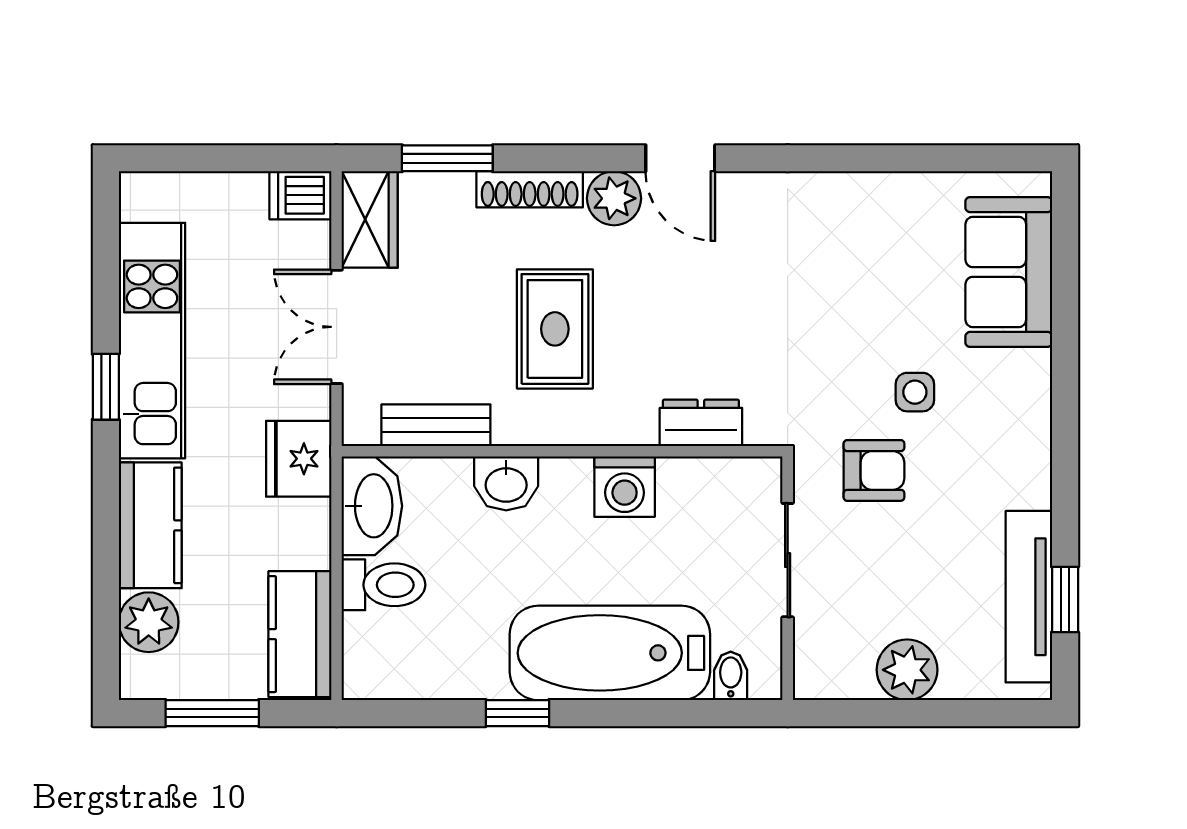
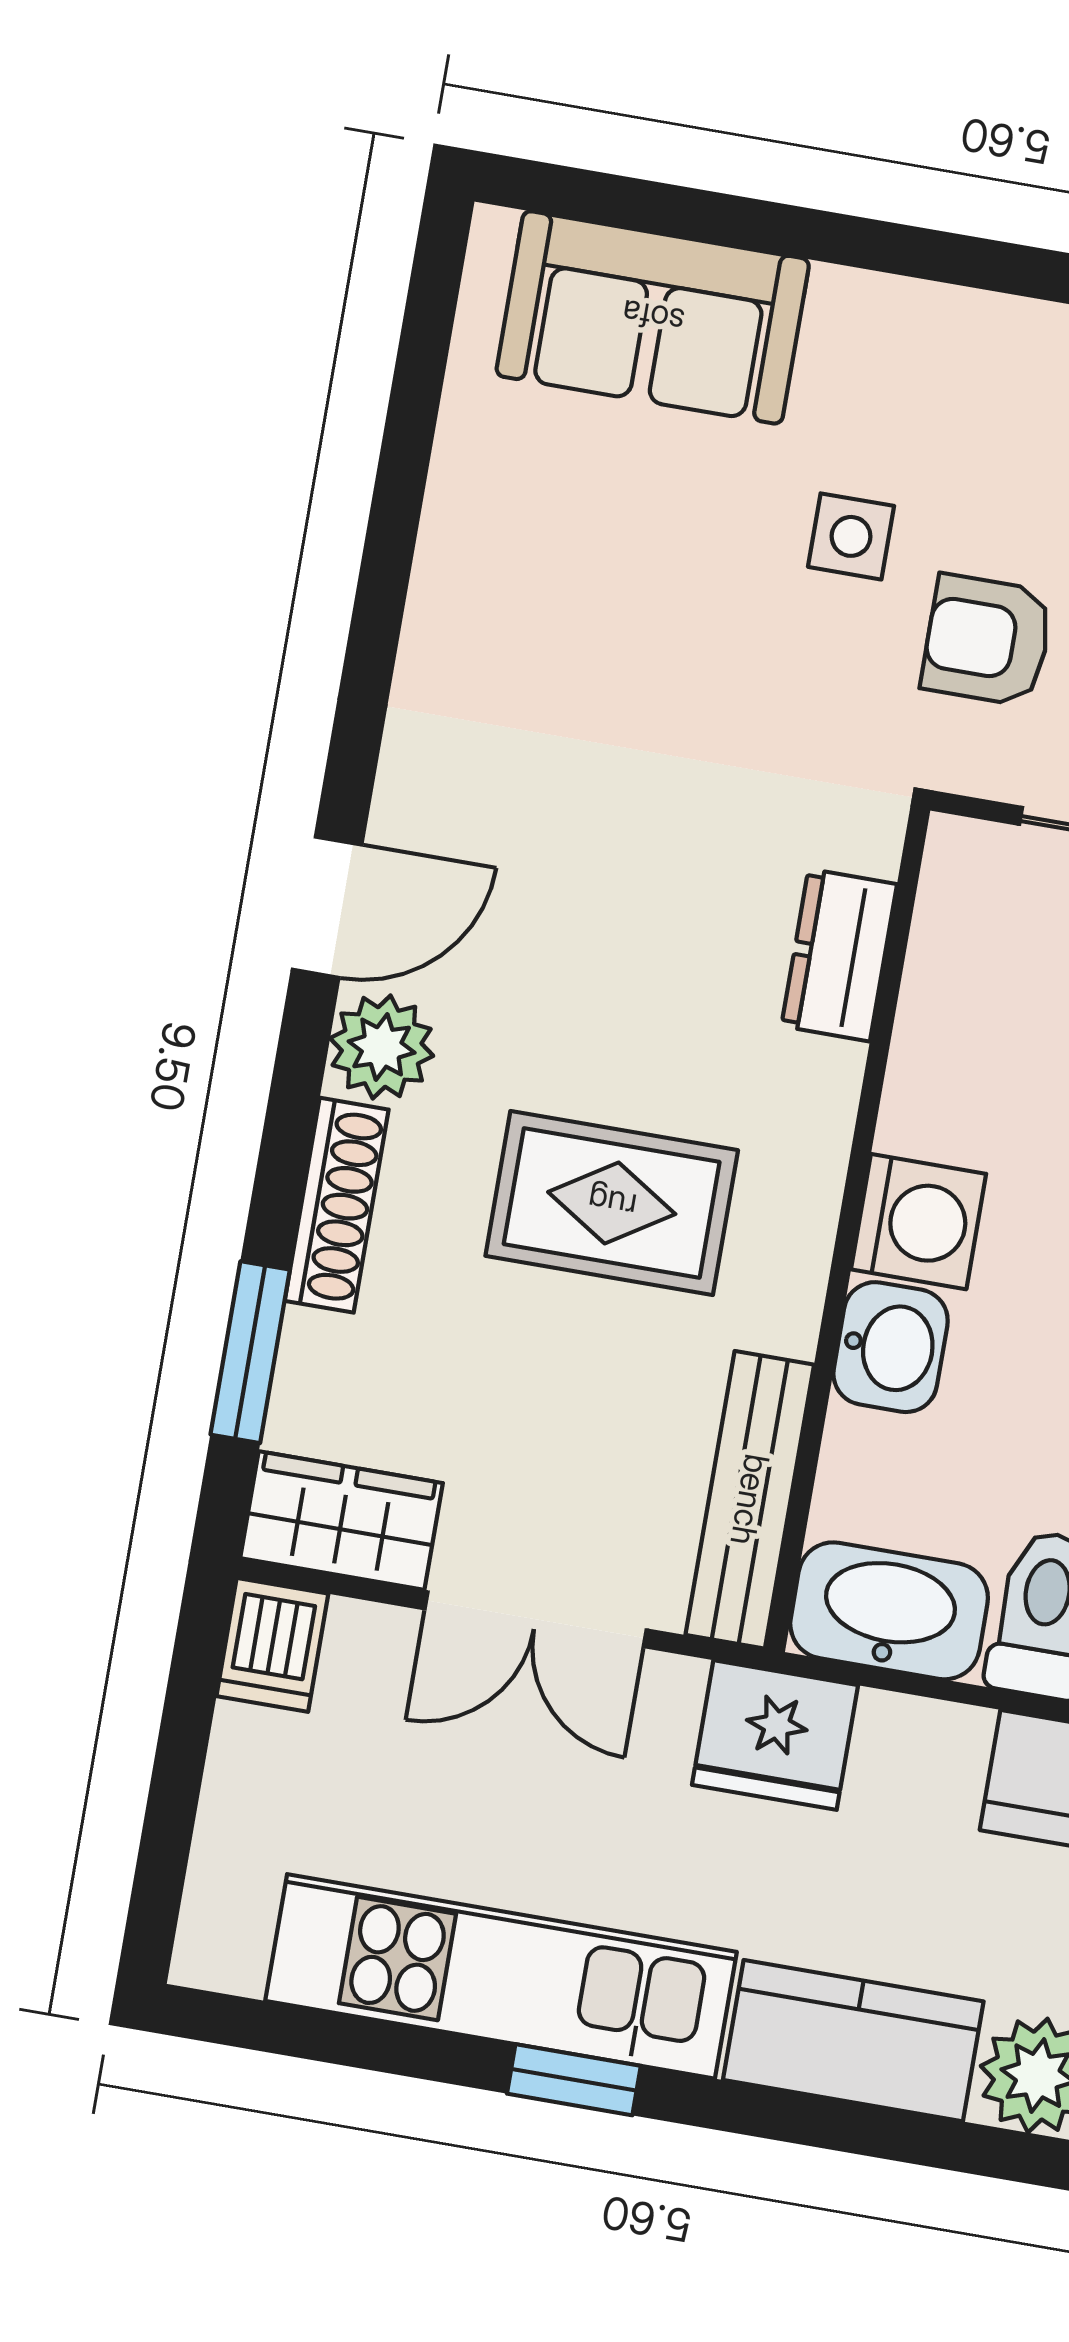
bench: (436, 425) -> (750, 1500), width x1.36
armchair: (874, 470) -> (987, 640), turned -90
washing machine: (625, 487) -> (919, 1222), moved

